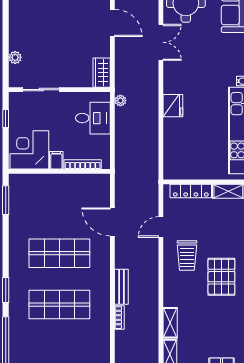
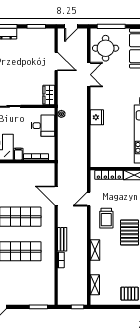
shelving: (170, 323) -> (95, 250), moved

